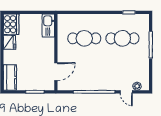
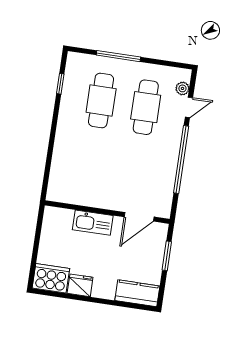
kitchen sink: (48, 25) -> (93, 223), moved
cafe table: (84, 38) -> (146, 107), moved
door: (56, 72) -> (139, 217), swing flipped

